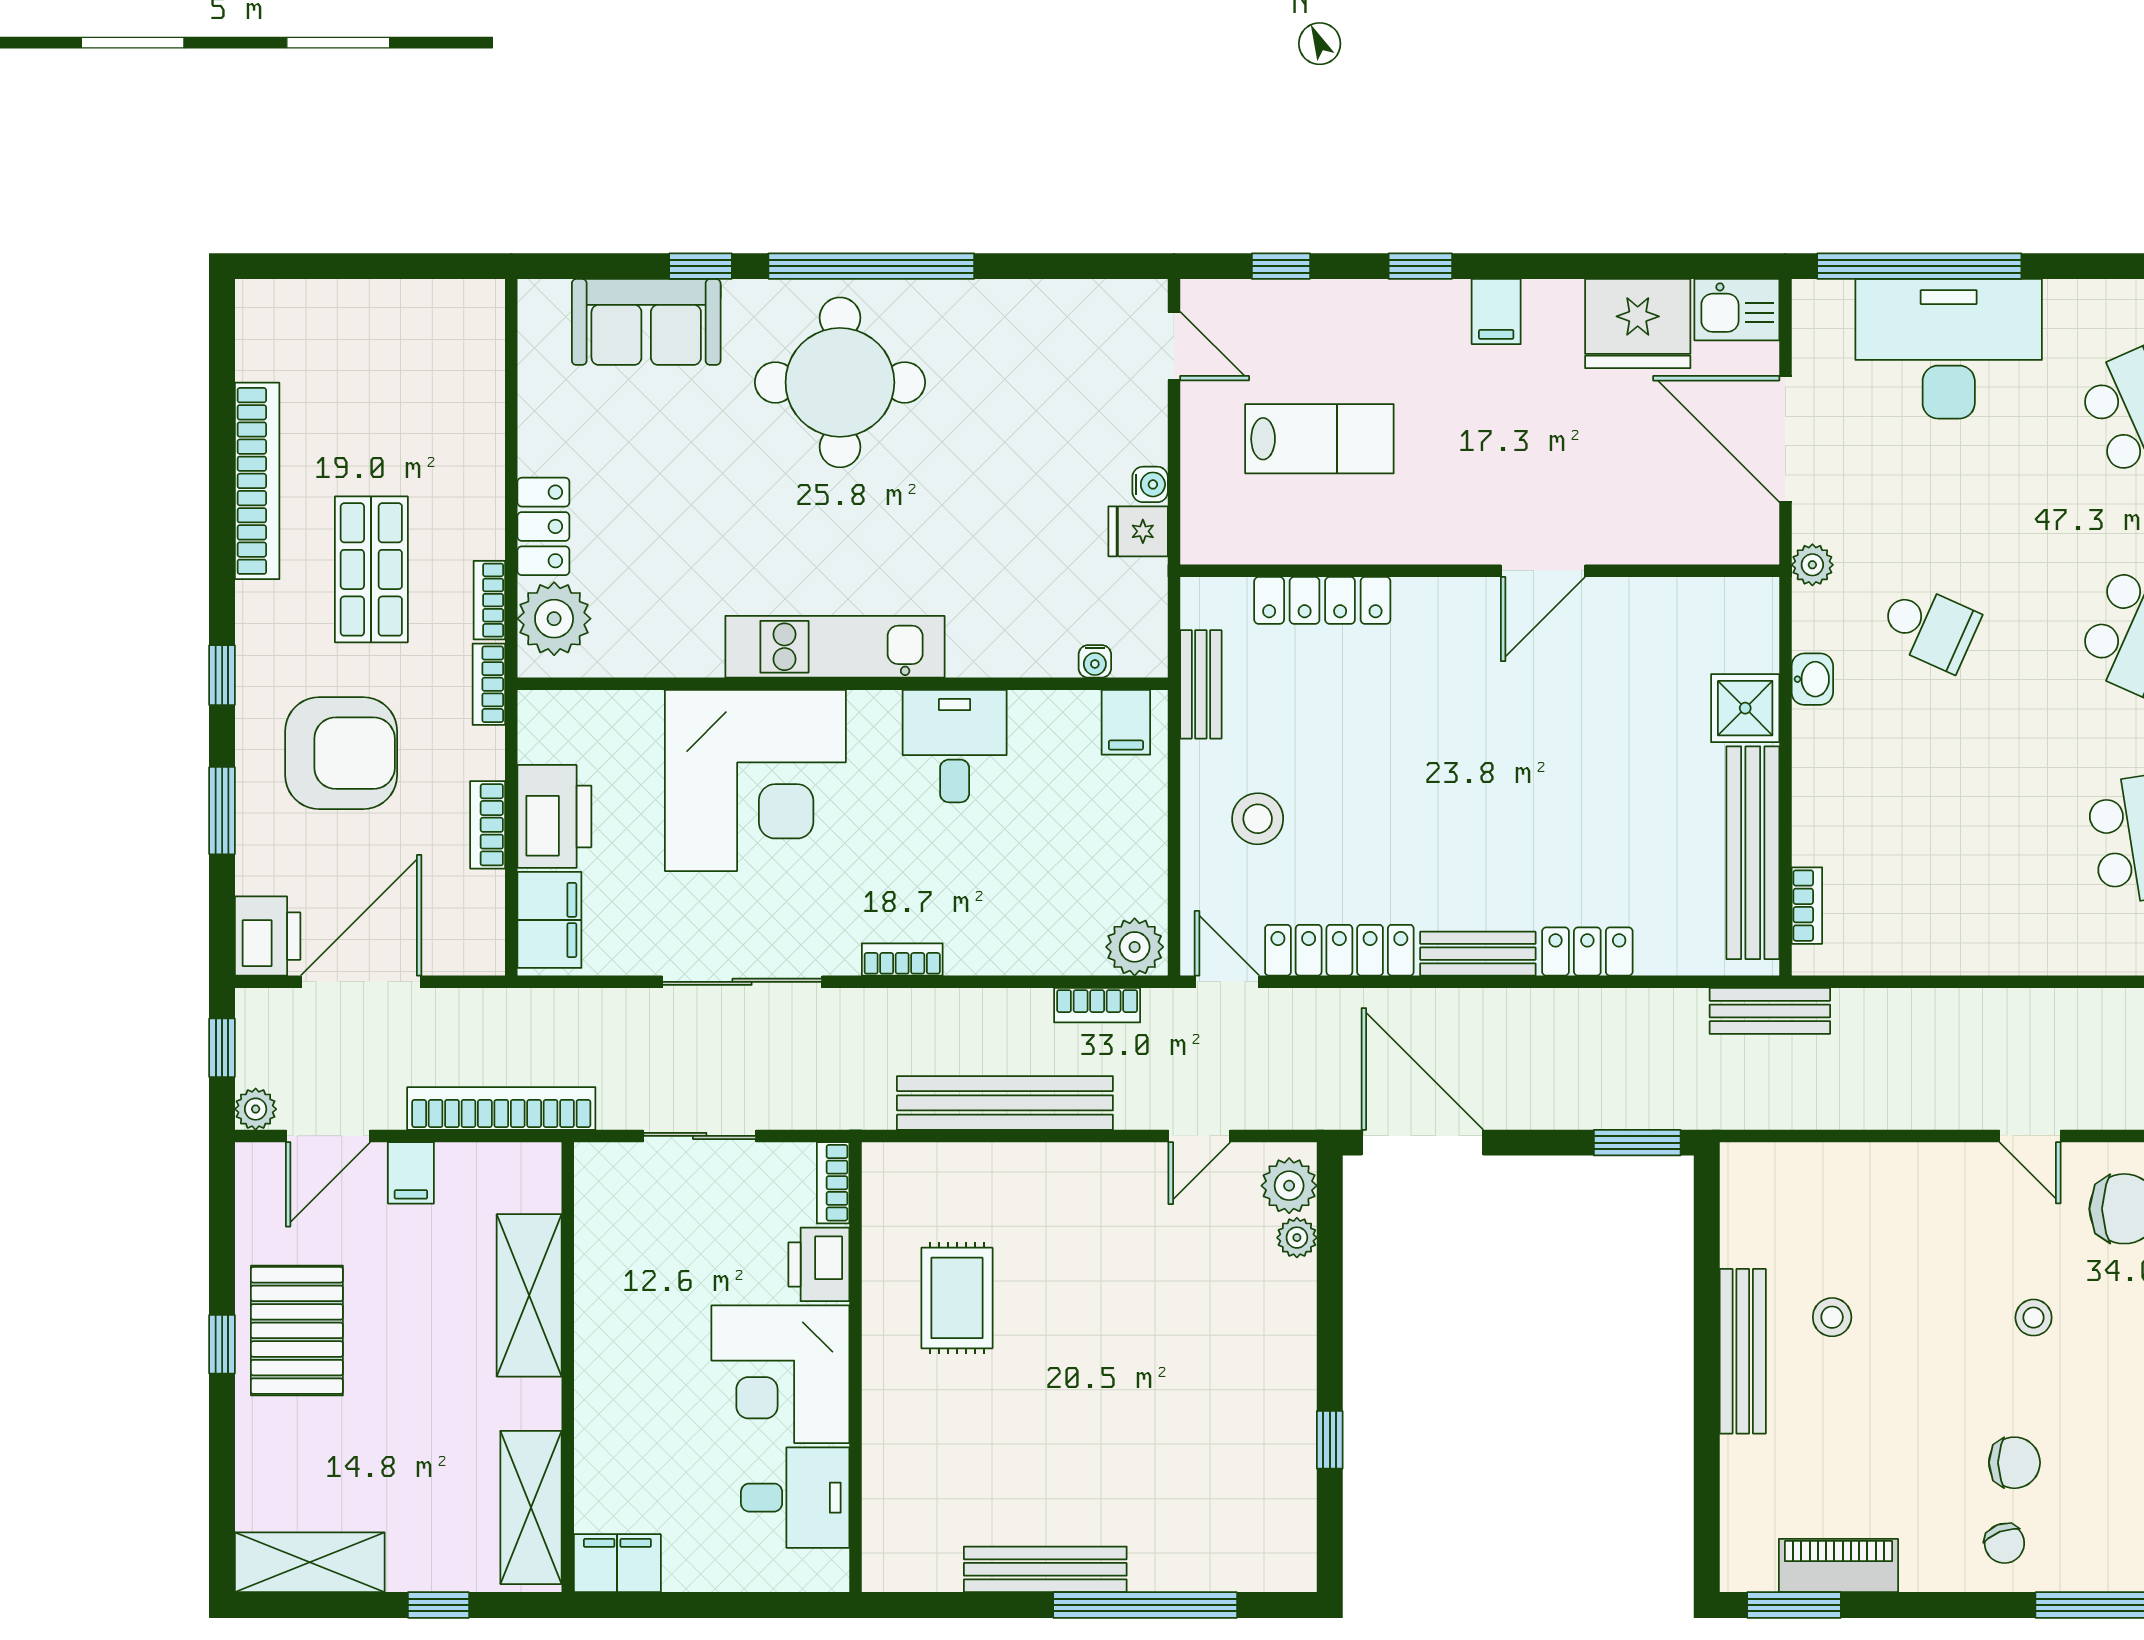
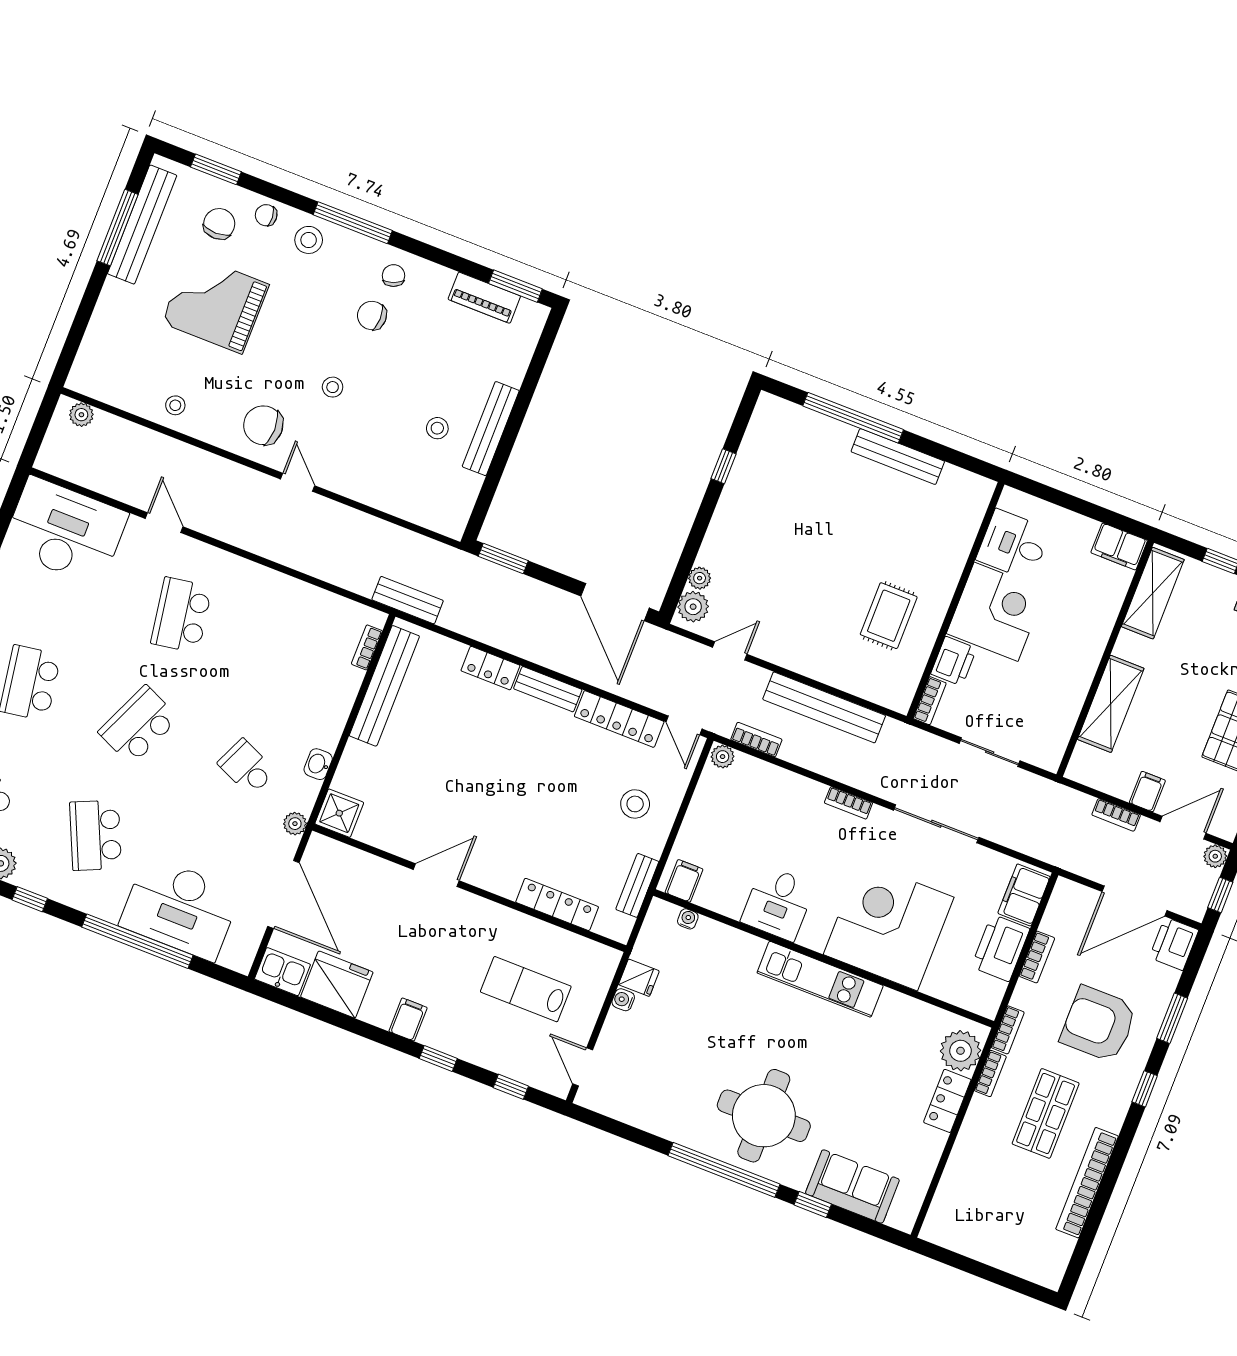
window: (1919, 266) -> (137, 941), moved
shower: (1745, 708) -> (339, 813), moved
plant: (1135, 947) -> (723, 757), width x0.73, depth x0.73
bookcase: (501, 1108) -> (1116, 815), width x0.43, depth x0.76

